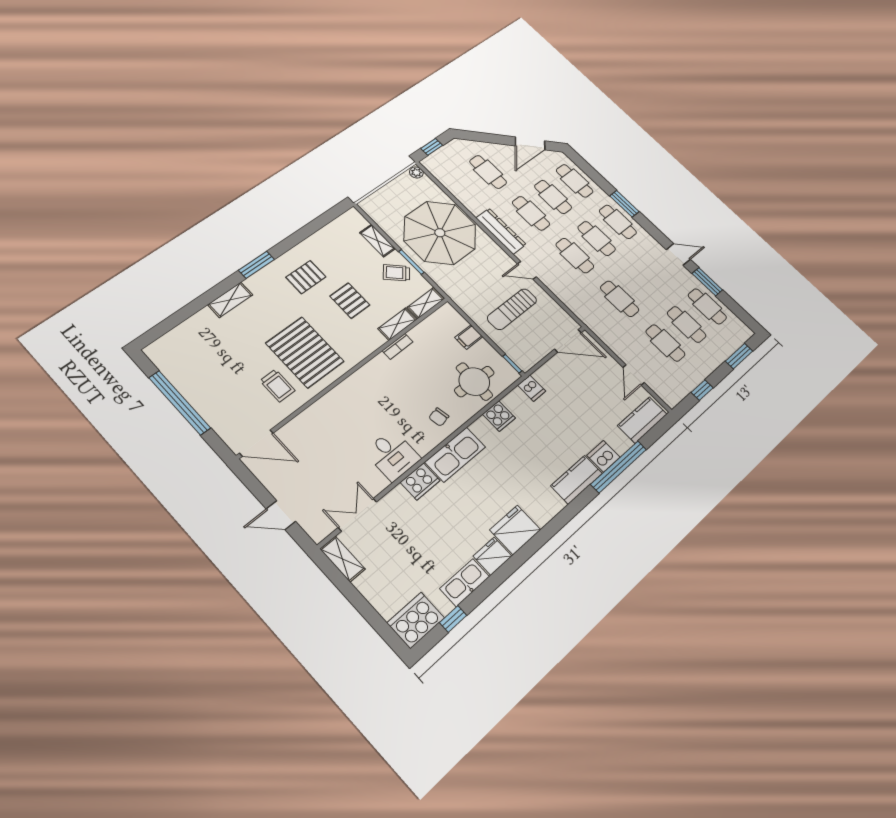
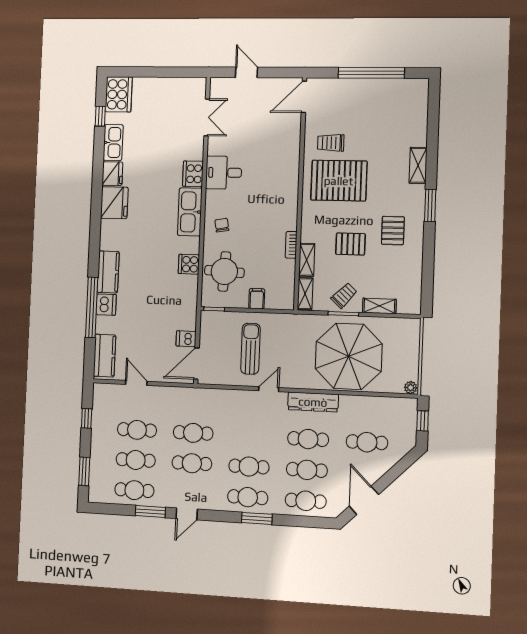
cafe table: (575, 256) -> (192, 463), moved
dishwasher: (532, 388) -> (186, 339), moved
door: (281, 515) -> (246, 72), hinge flipped
shelving: (343, 559) -> (189, 85), removed

